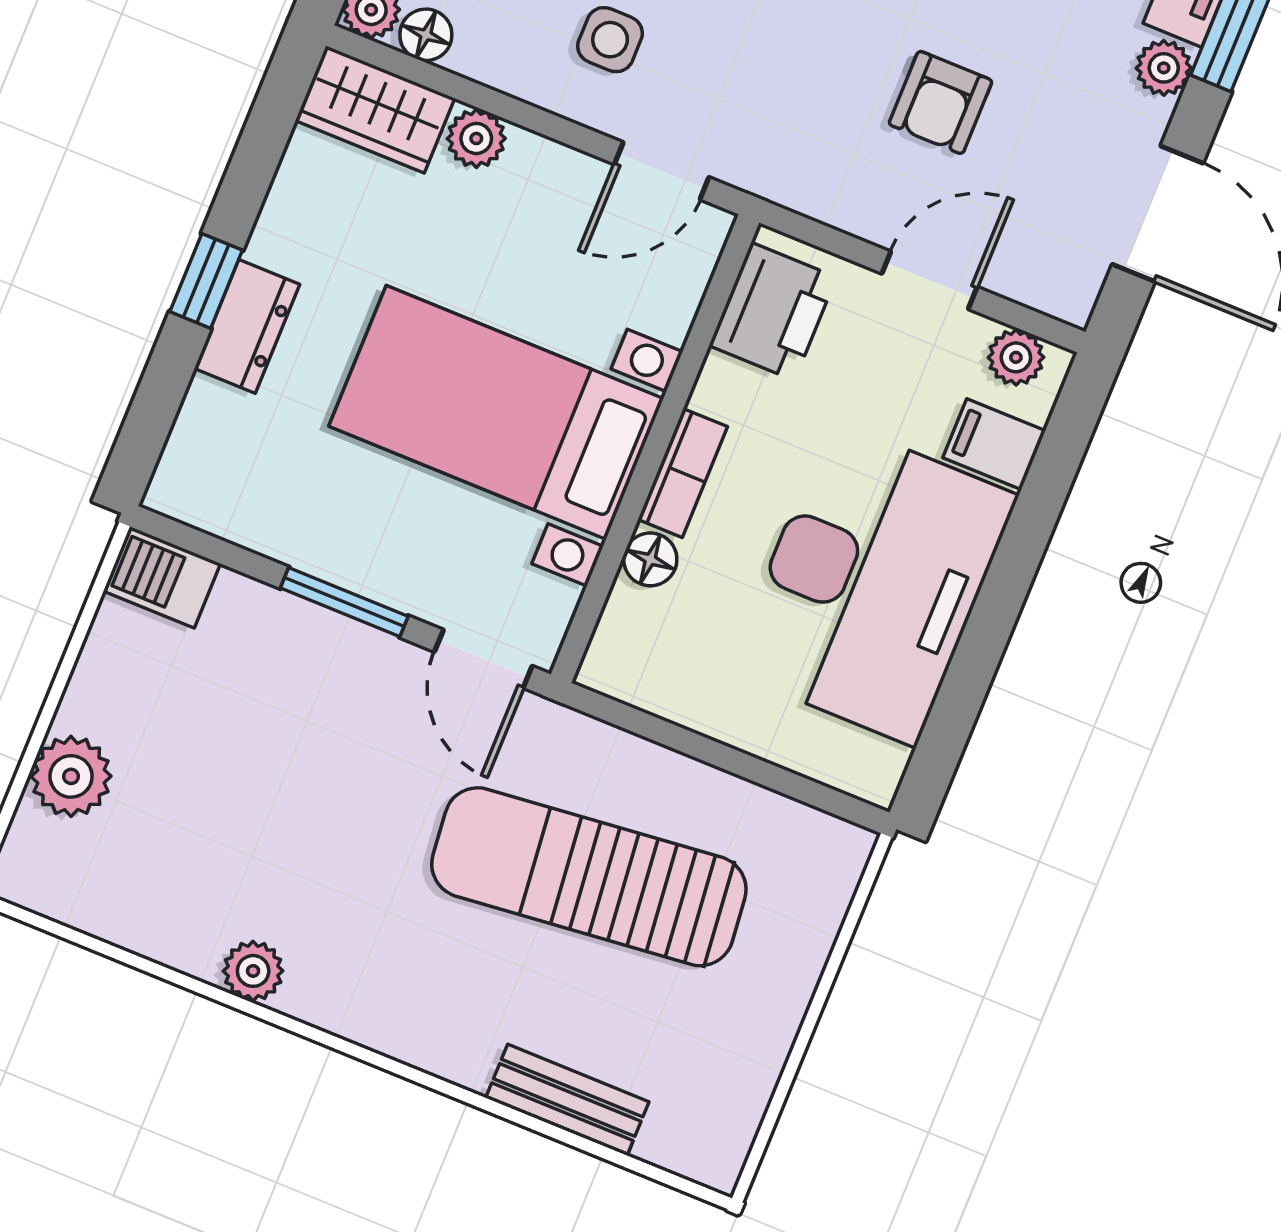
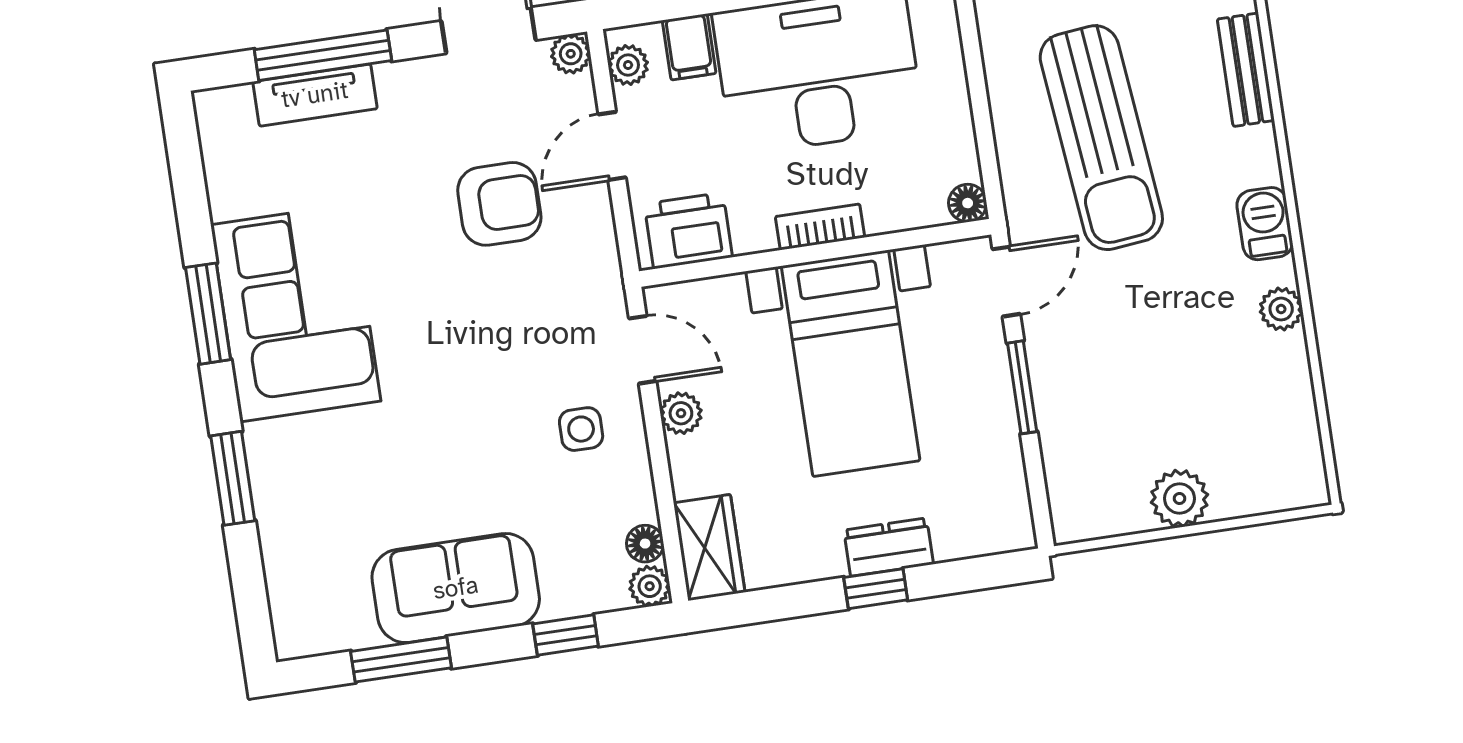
plant: (1164, 68) -> (571, 54), moved
armchair: (940, 102) -> (499, 204), width x1.38, depth x1.38
plant: (476, 138) -> (681, 413), moved
door: (930, 280) -> (612, 146), hinge flipped
floor lamp: (650, 559) -> (968, 203), moved
barbecue: (162, 577) -> (1265, 224), moved, turned 180
plant: (71, 776) -> (1179, 499), moved

